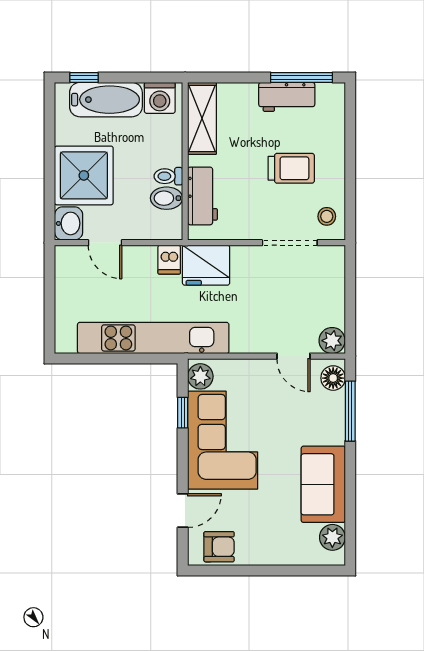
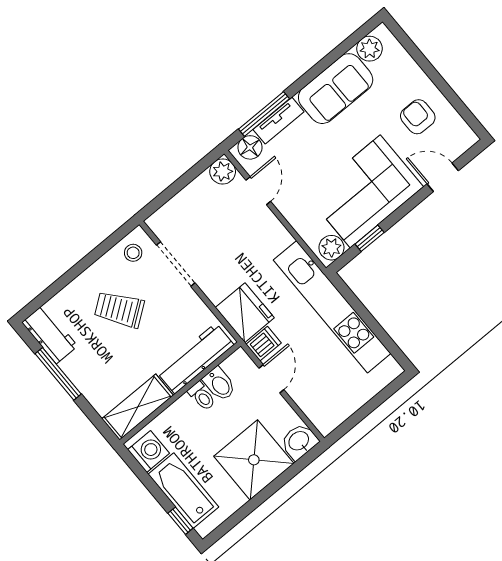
window: (302, 77) -> (58, 374), moved
workbench: (287, 97) -> (50, 334), moved
trolley: (291, 168) -> (119, 309), turned -36
workbench: (202, 196) -> (195, 358), width x1.38
door: (105, 243) -> (271, 379), moved
tv unit: (335, 418) -> (279, 121), added
armchair: (219, 547) -> (418, 117), moved

